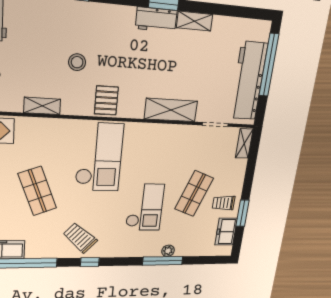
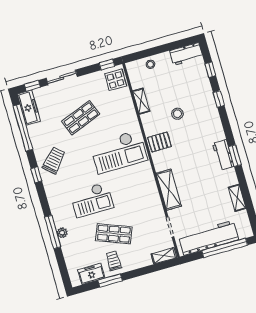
shelving: (195, 21) -> (237, 198), moved

